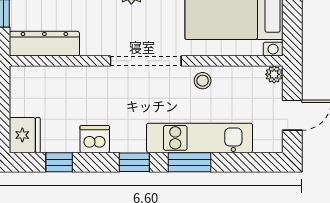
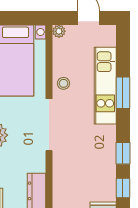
dishwasher: (95, 139) -> (106, 162), removed
window: (134, 162) -> (123, 153), moved

